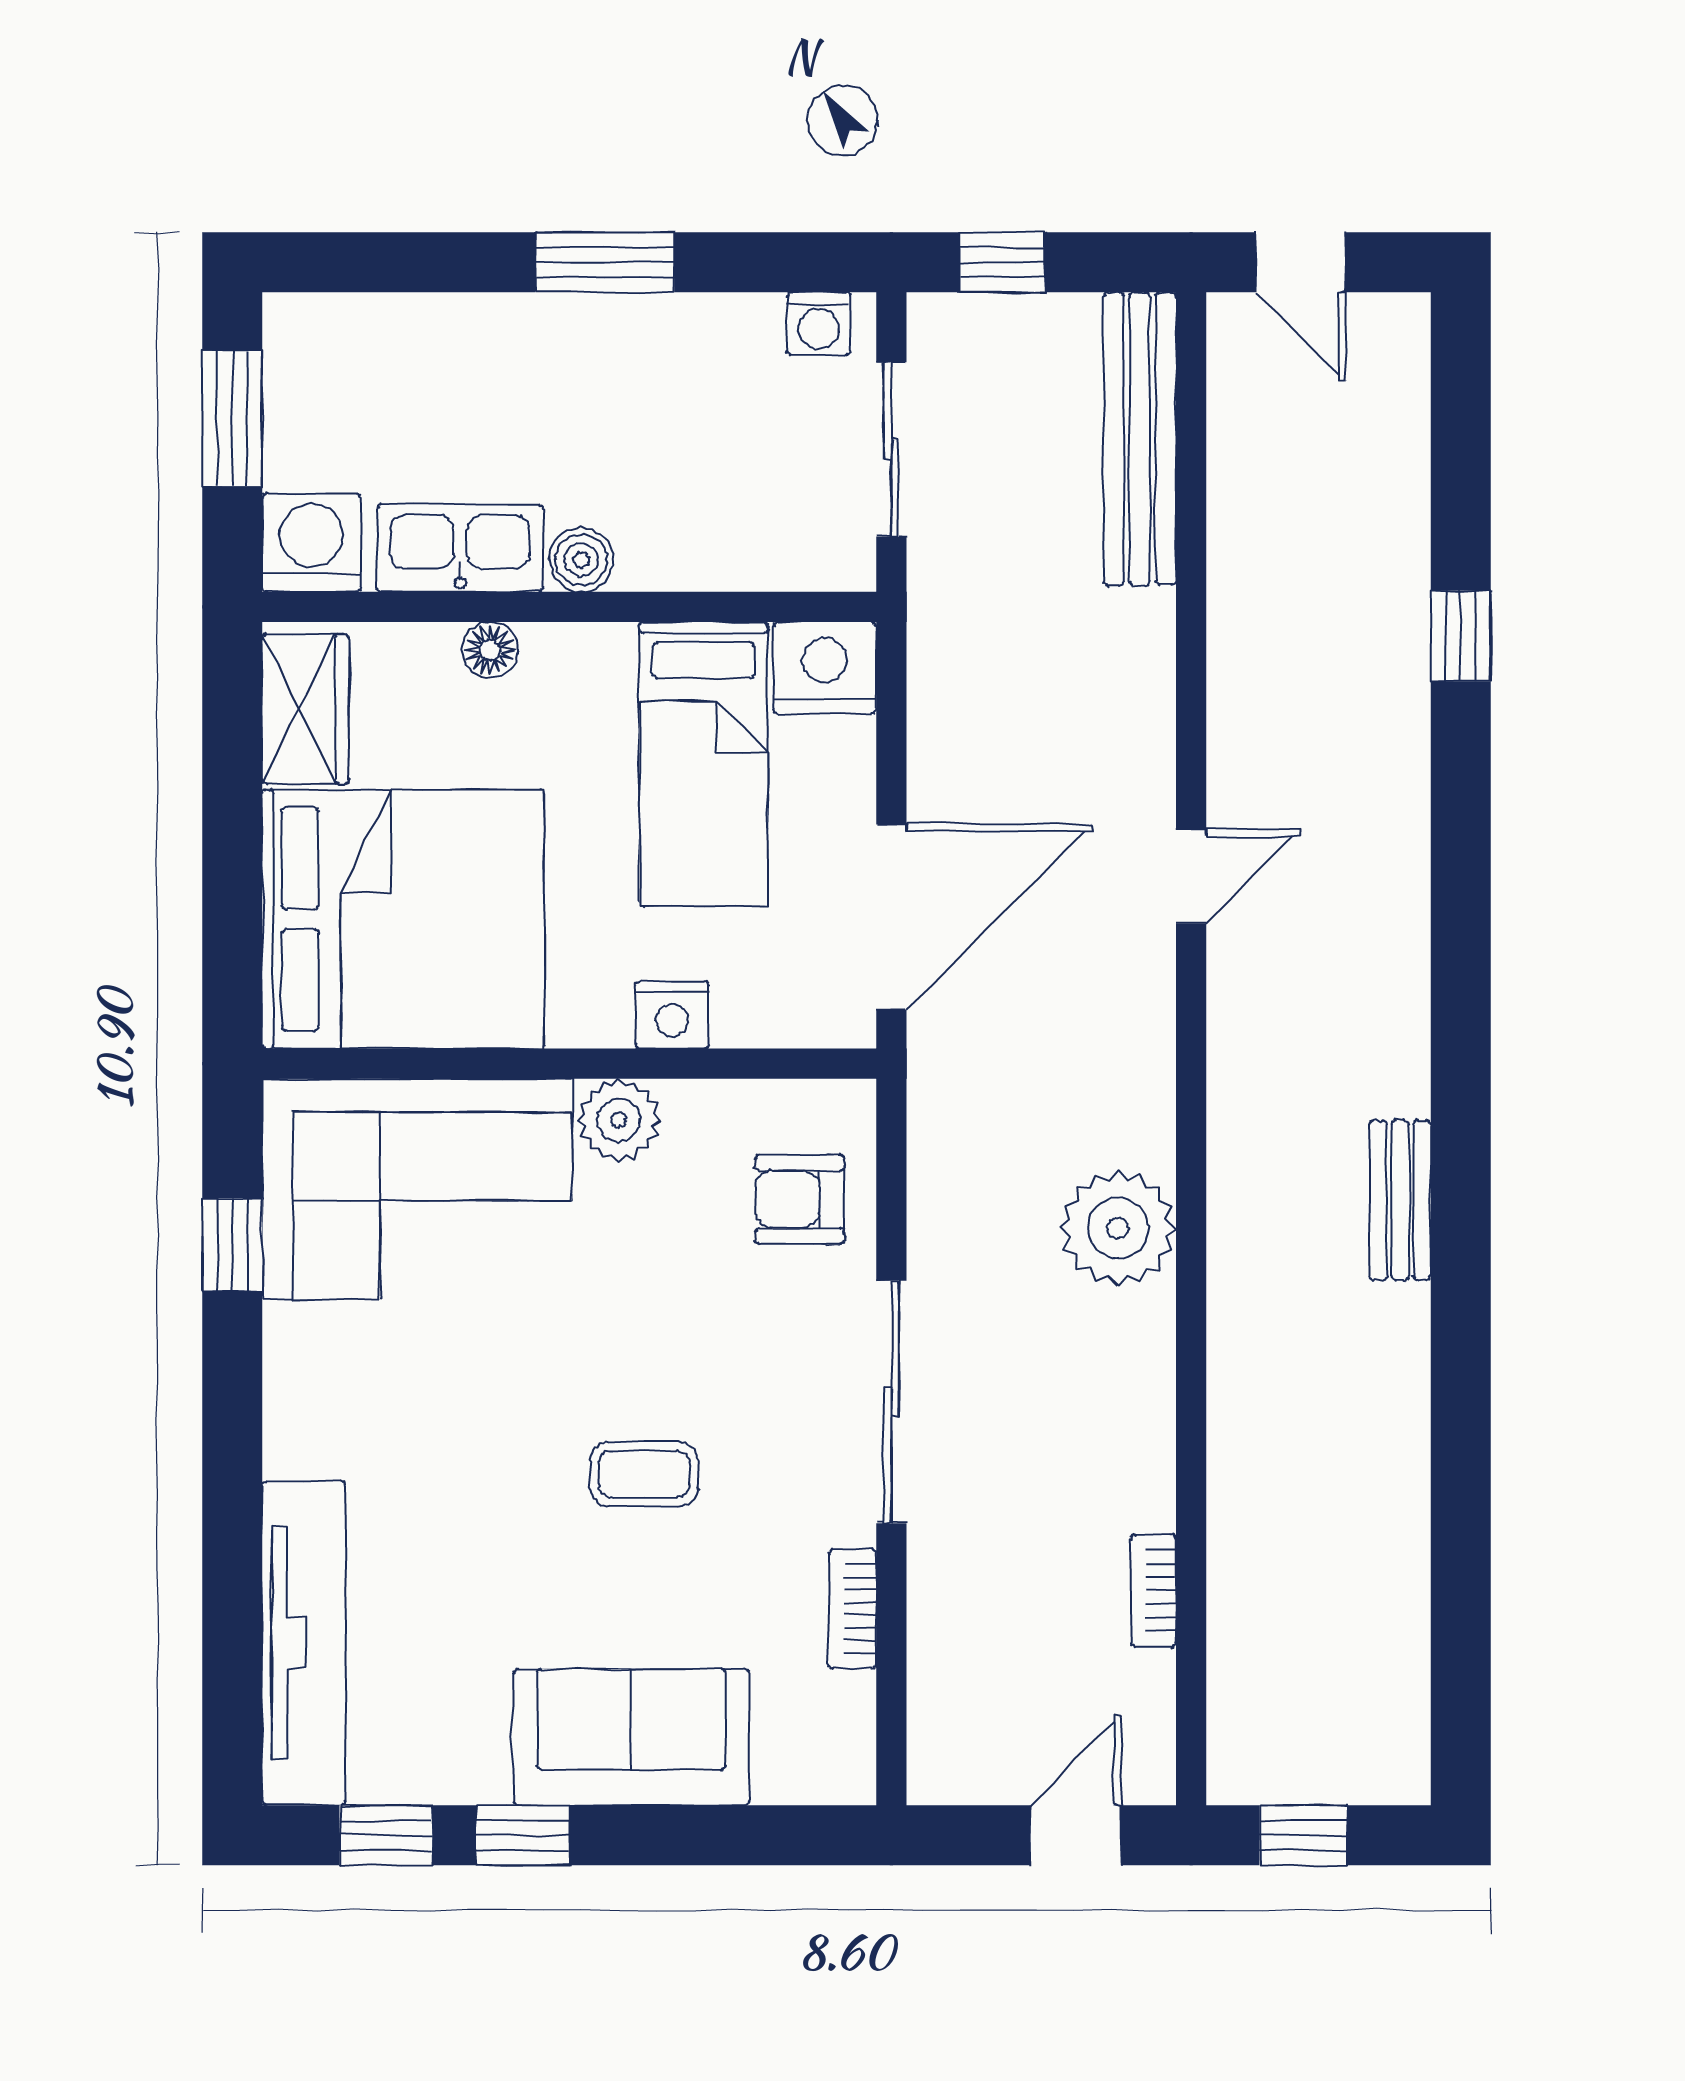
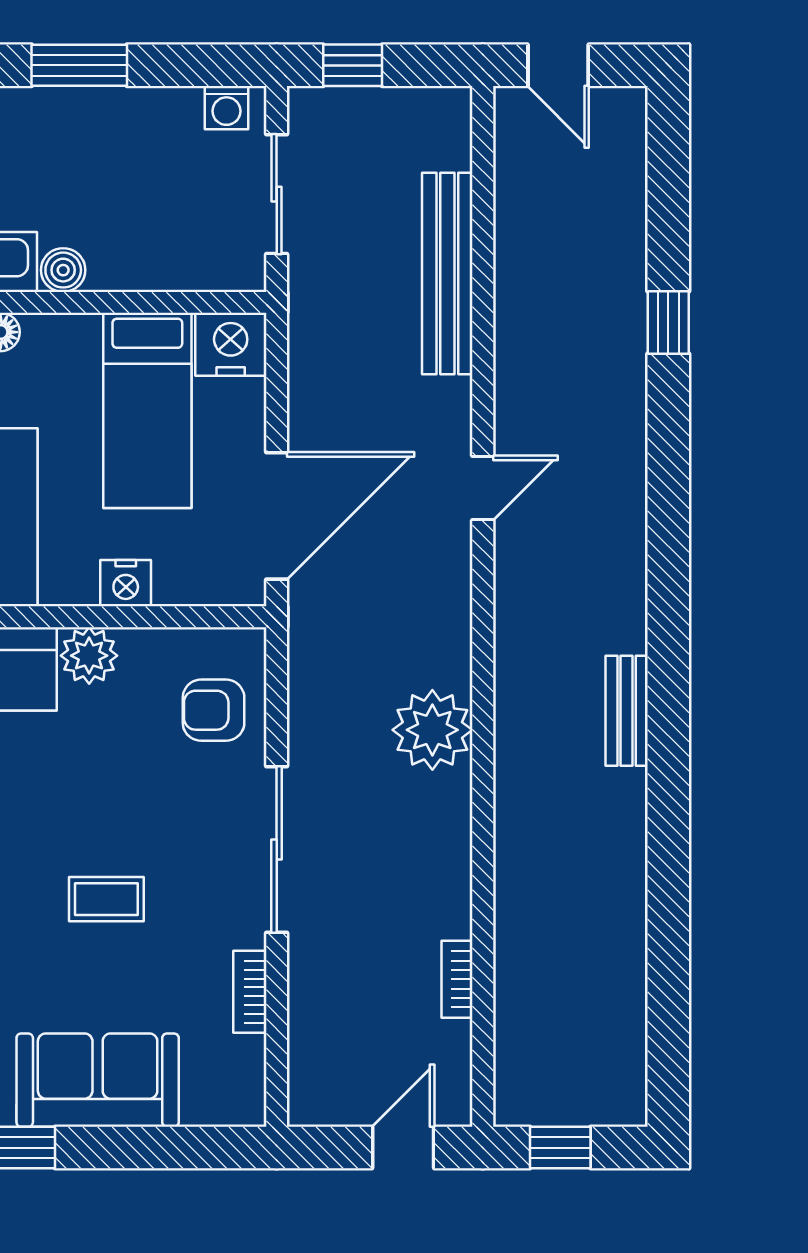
bench: (1140, 439) -> (447, 274), moved

